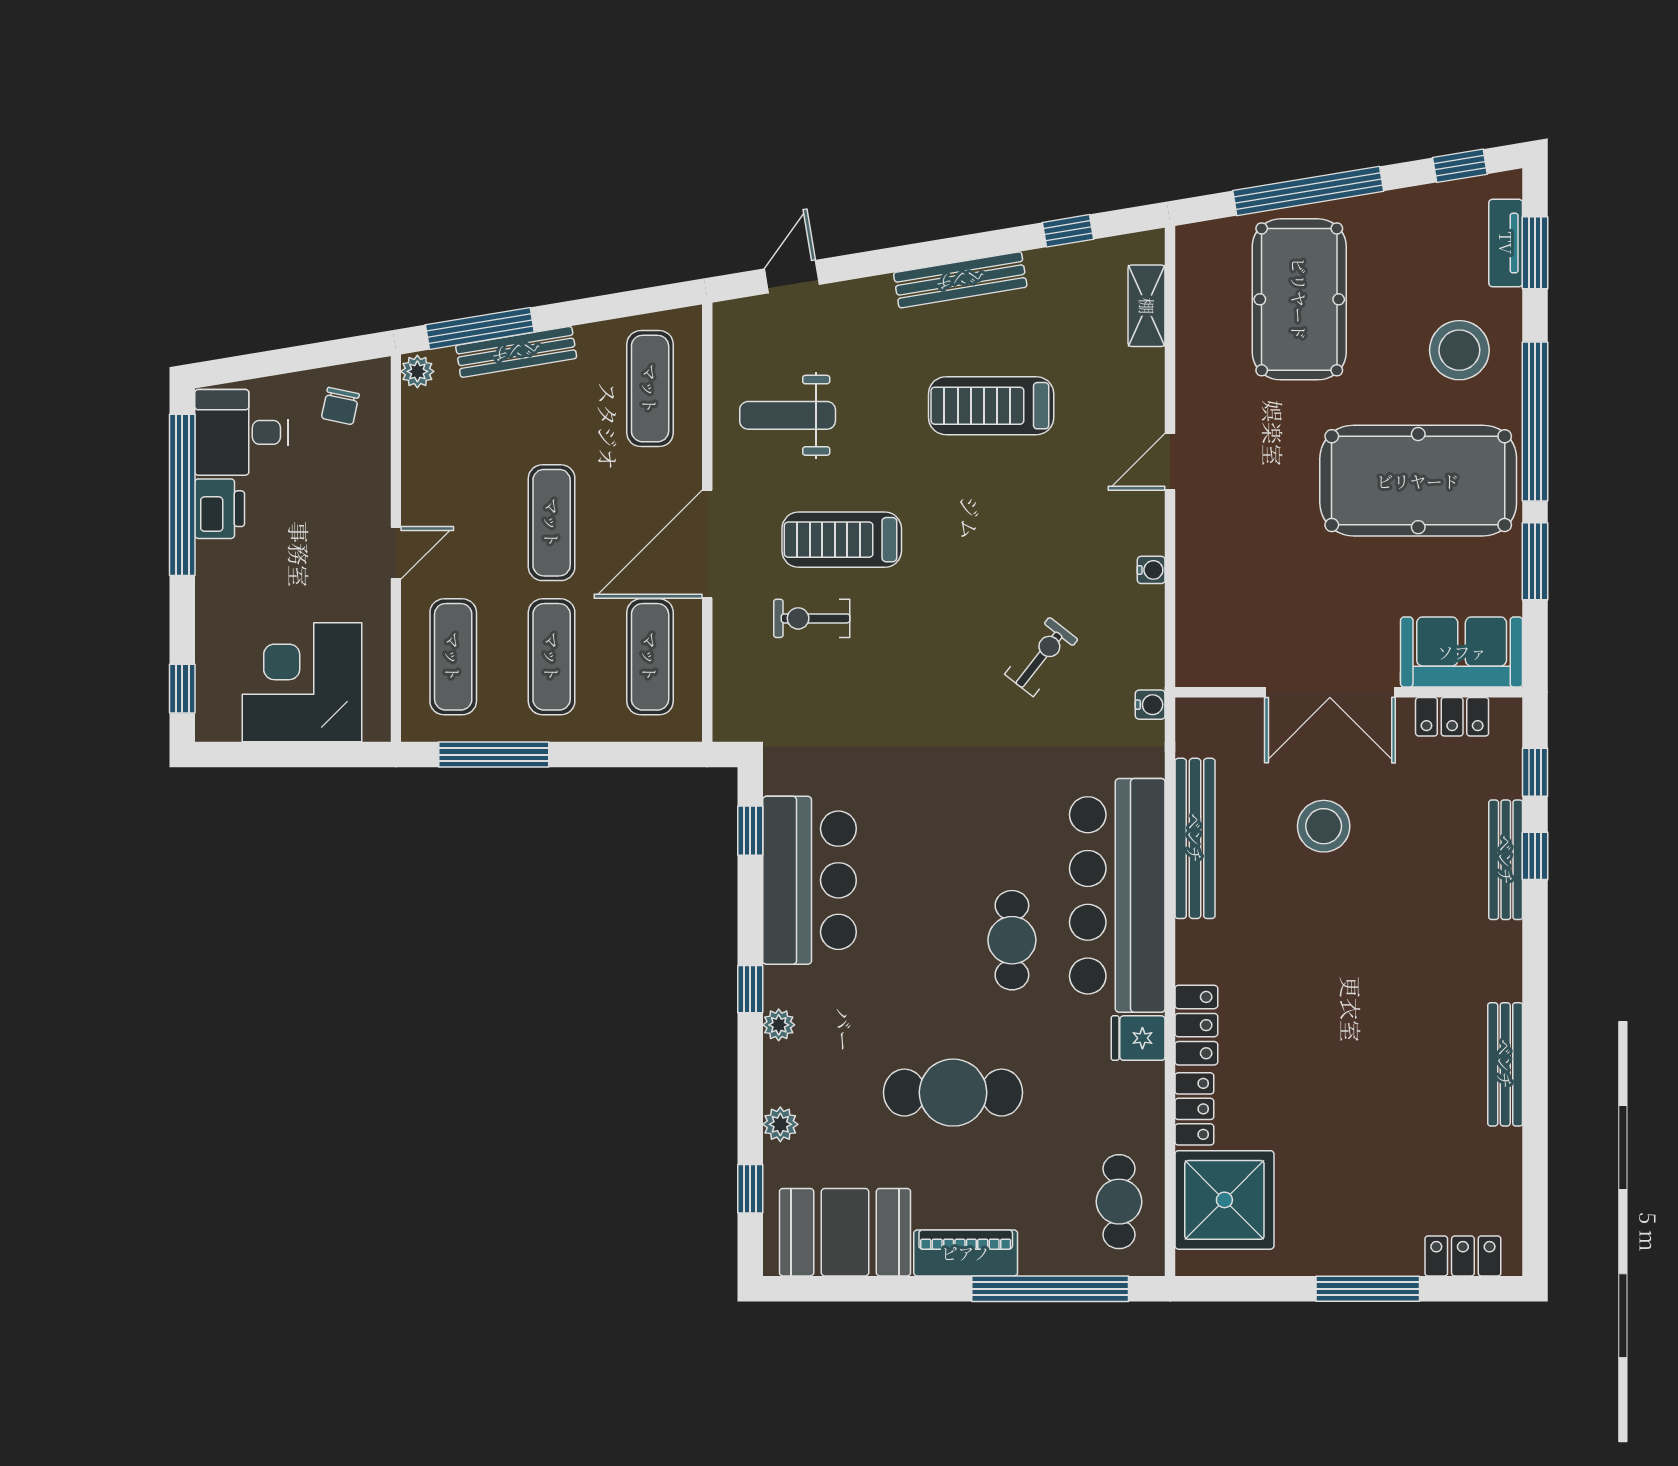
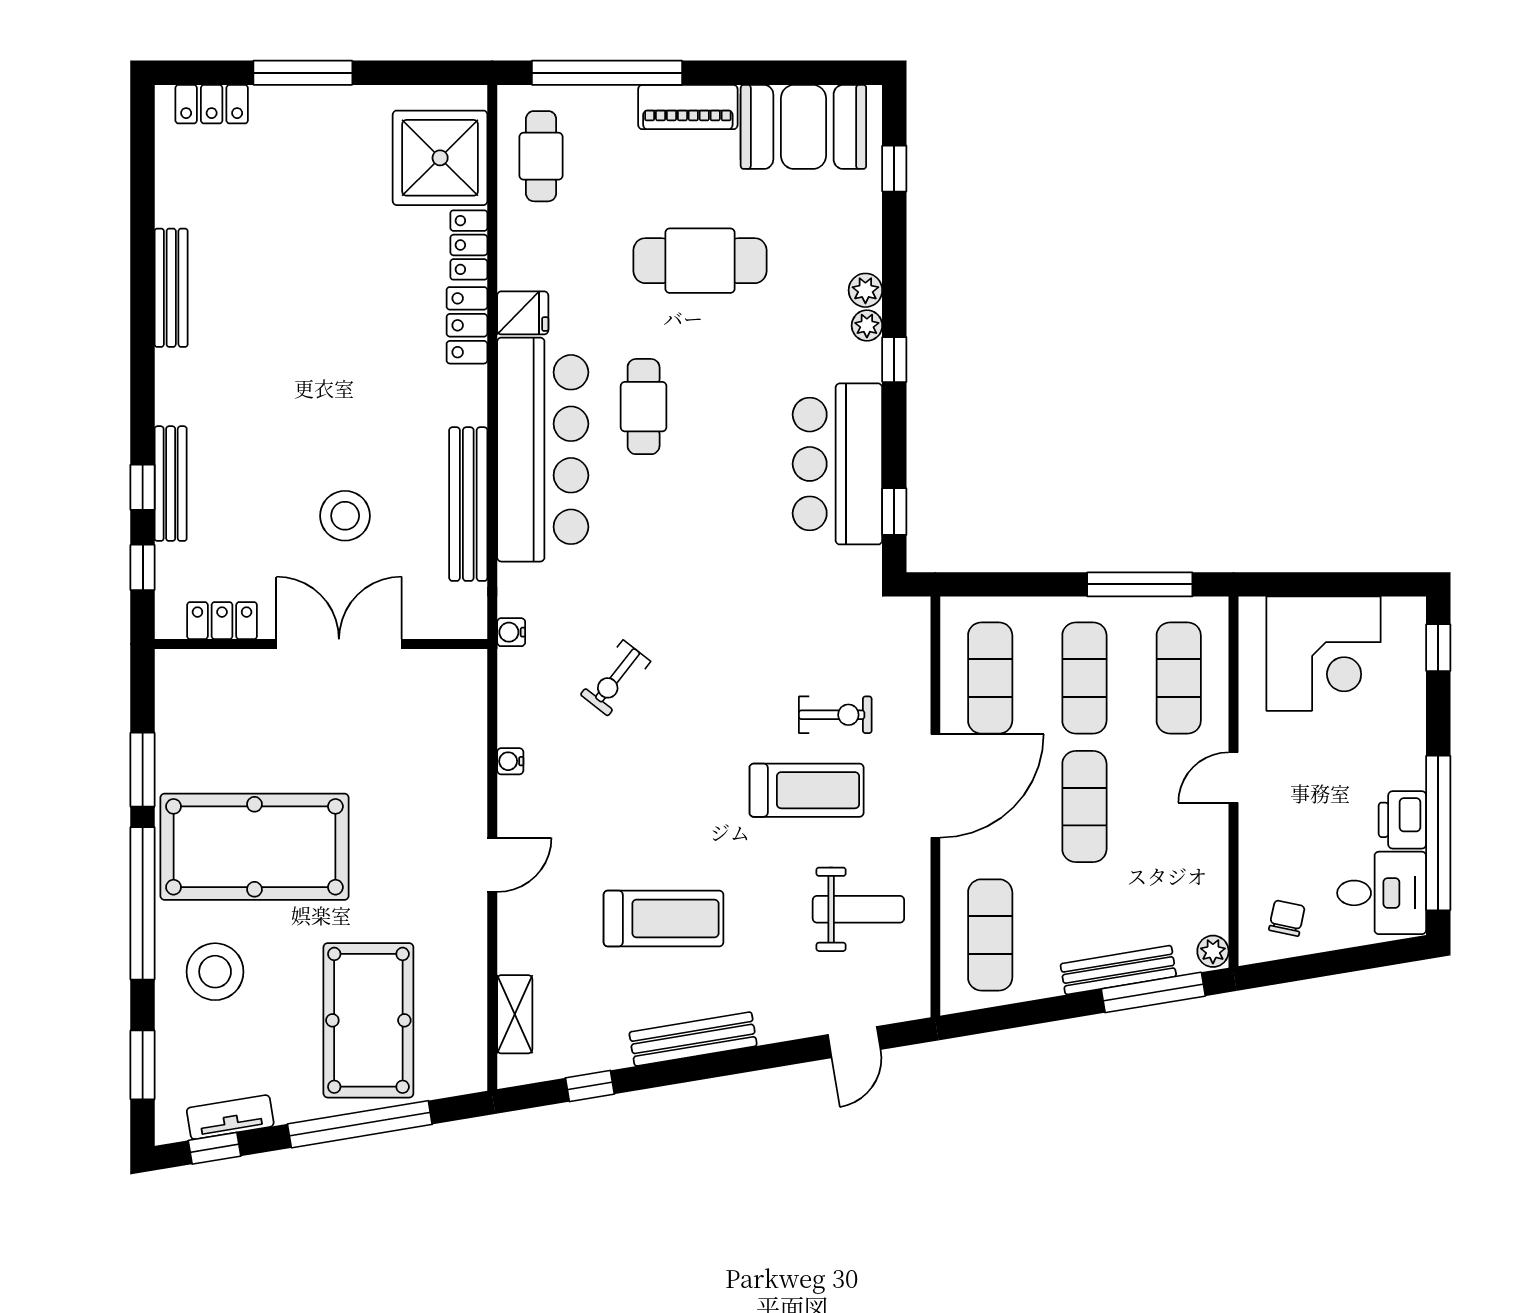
tv unit: (1506, 243) -> (230, 1117), moved, turned -99
sofa: (1462, 652) -> (213, 683), removed
plant: (780, 1124) -> (865, 290), moved

